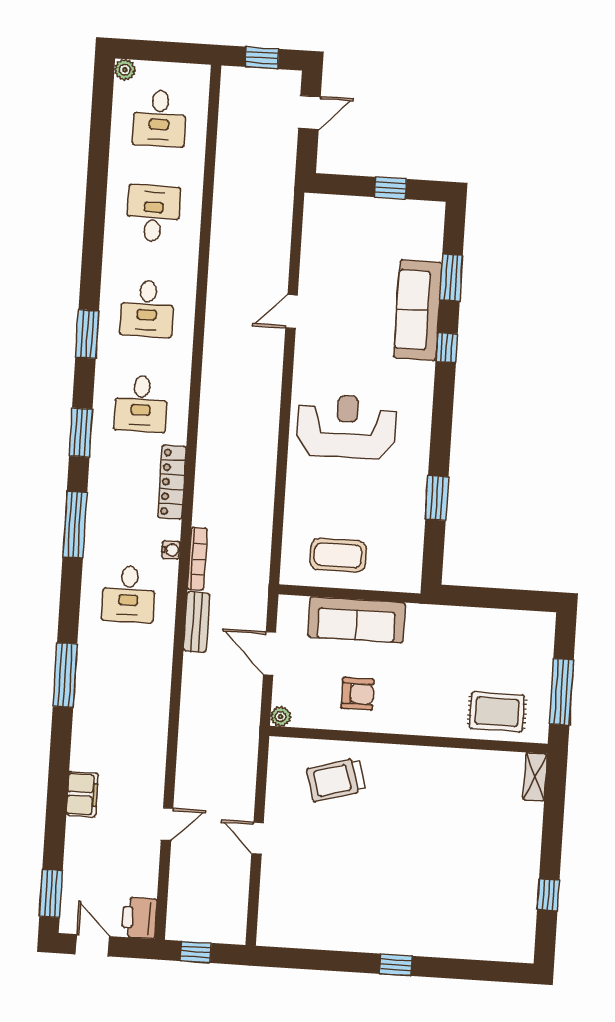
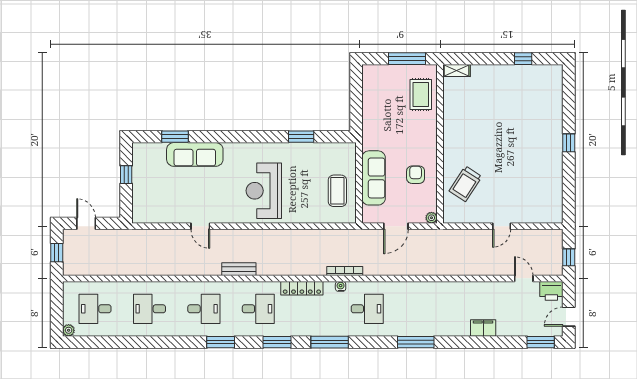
desk: (159, 118) -> (95, 309), turned 180
window: (447, 348) -> (215, 137), removed
bench: (197, 622) -> (239, 269), moved
trolley: (336, 780) -> (466, 184), turned 49
door: (167, 824) -> (524, 278), moved

